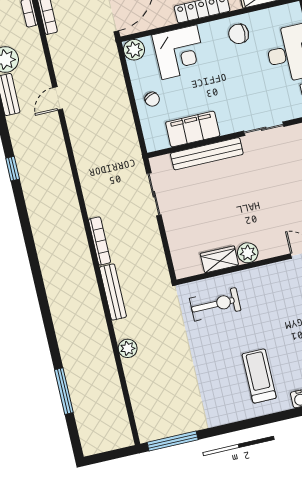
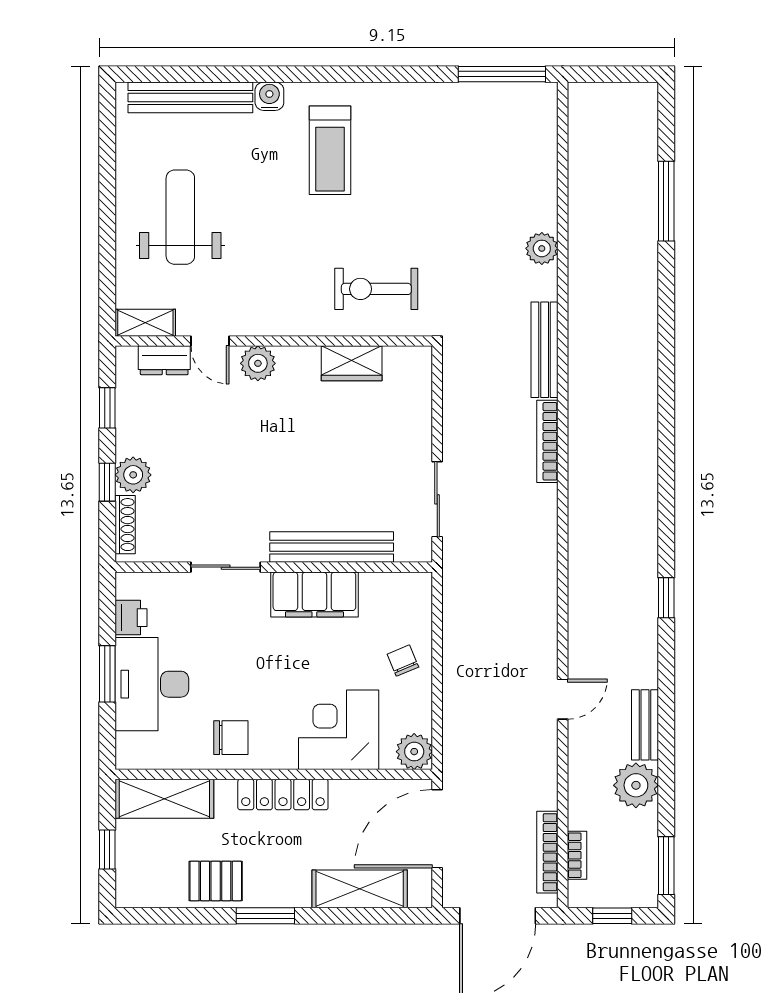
filing cabinet: (193, 129) -> (314, 594), moved
plant: (248, 253) -> (258, 363), moved

